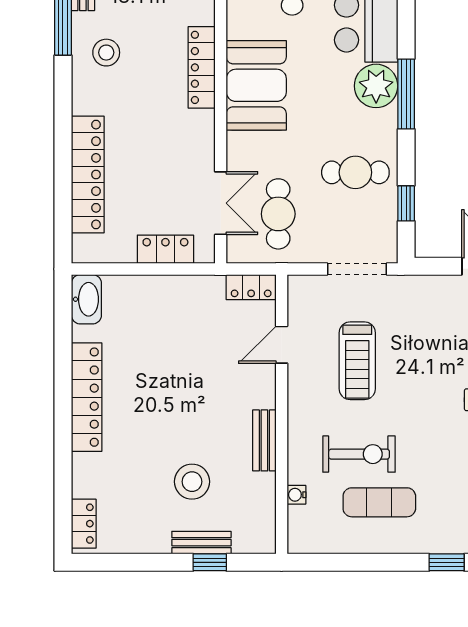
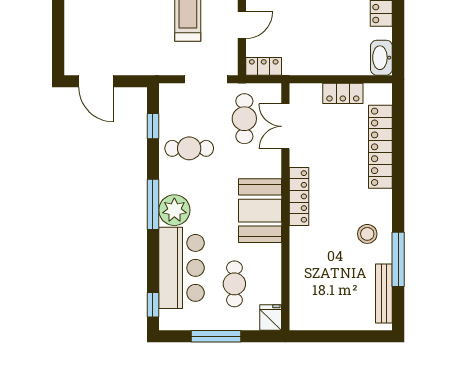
locker: (202, 67) -> (299, 196), moved
locker: (165, 249) -> (343, 93), moved
doorway: (357, 269) -> (206, 79), moved

